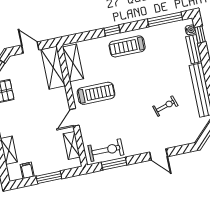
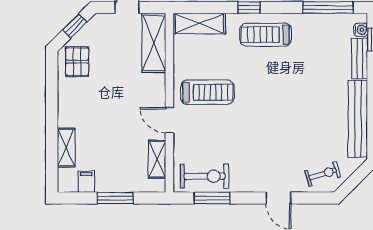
shelving: (73, 63) -> (199, 24), moved, turned 90
exercise bike: (165, 106) -> (323, 174), moved
door: (74, 117) -> (169, 120), hinge flipped

